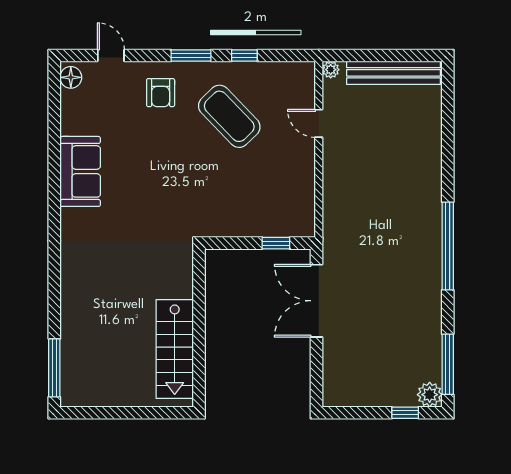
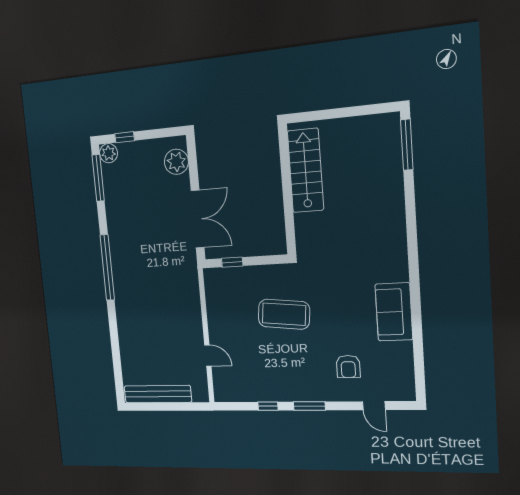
plant: (331, 70) -> (176, 162), moved, width x1.88, depth x1.88
floor lamp: (71, 77) -> (406, 388), removed
armchair: (161, 93) -> (348, 366), moved, turned 180
coffee table: (229, 116) -> (284, 314), moved, turned -40

